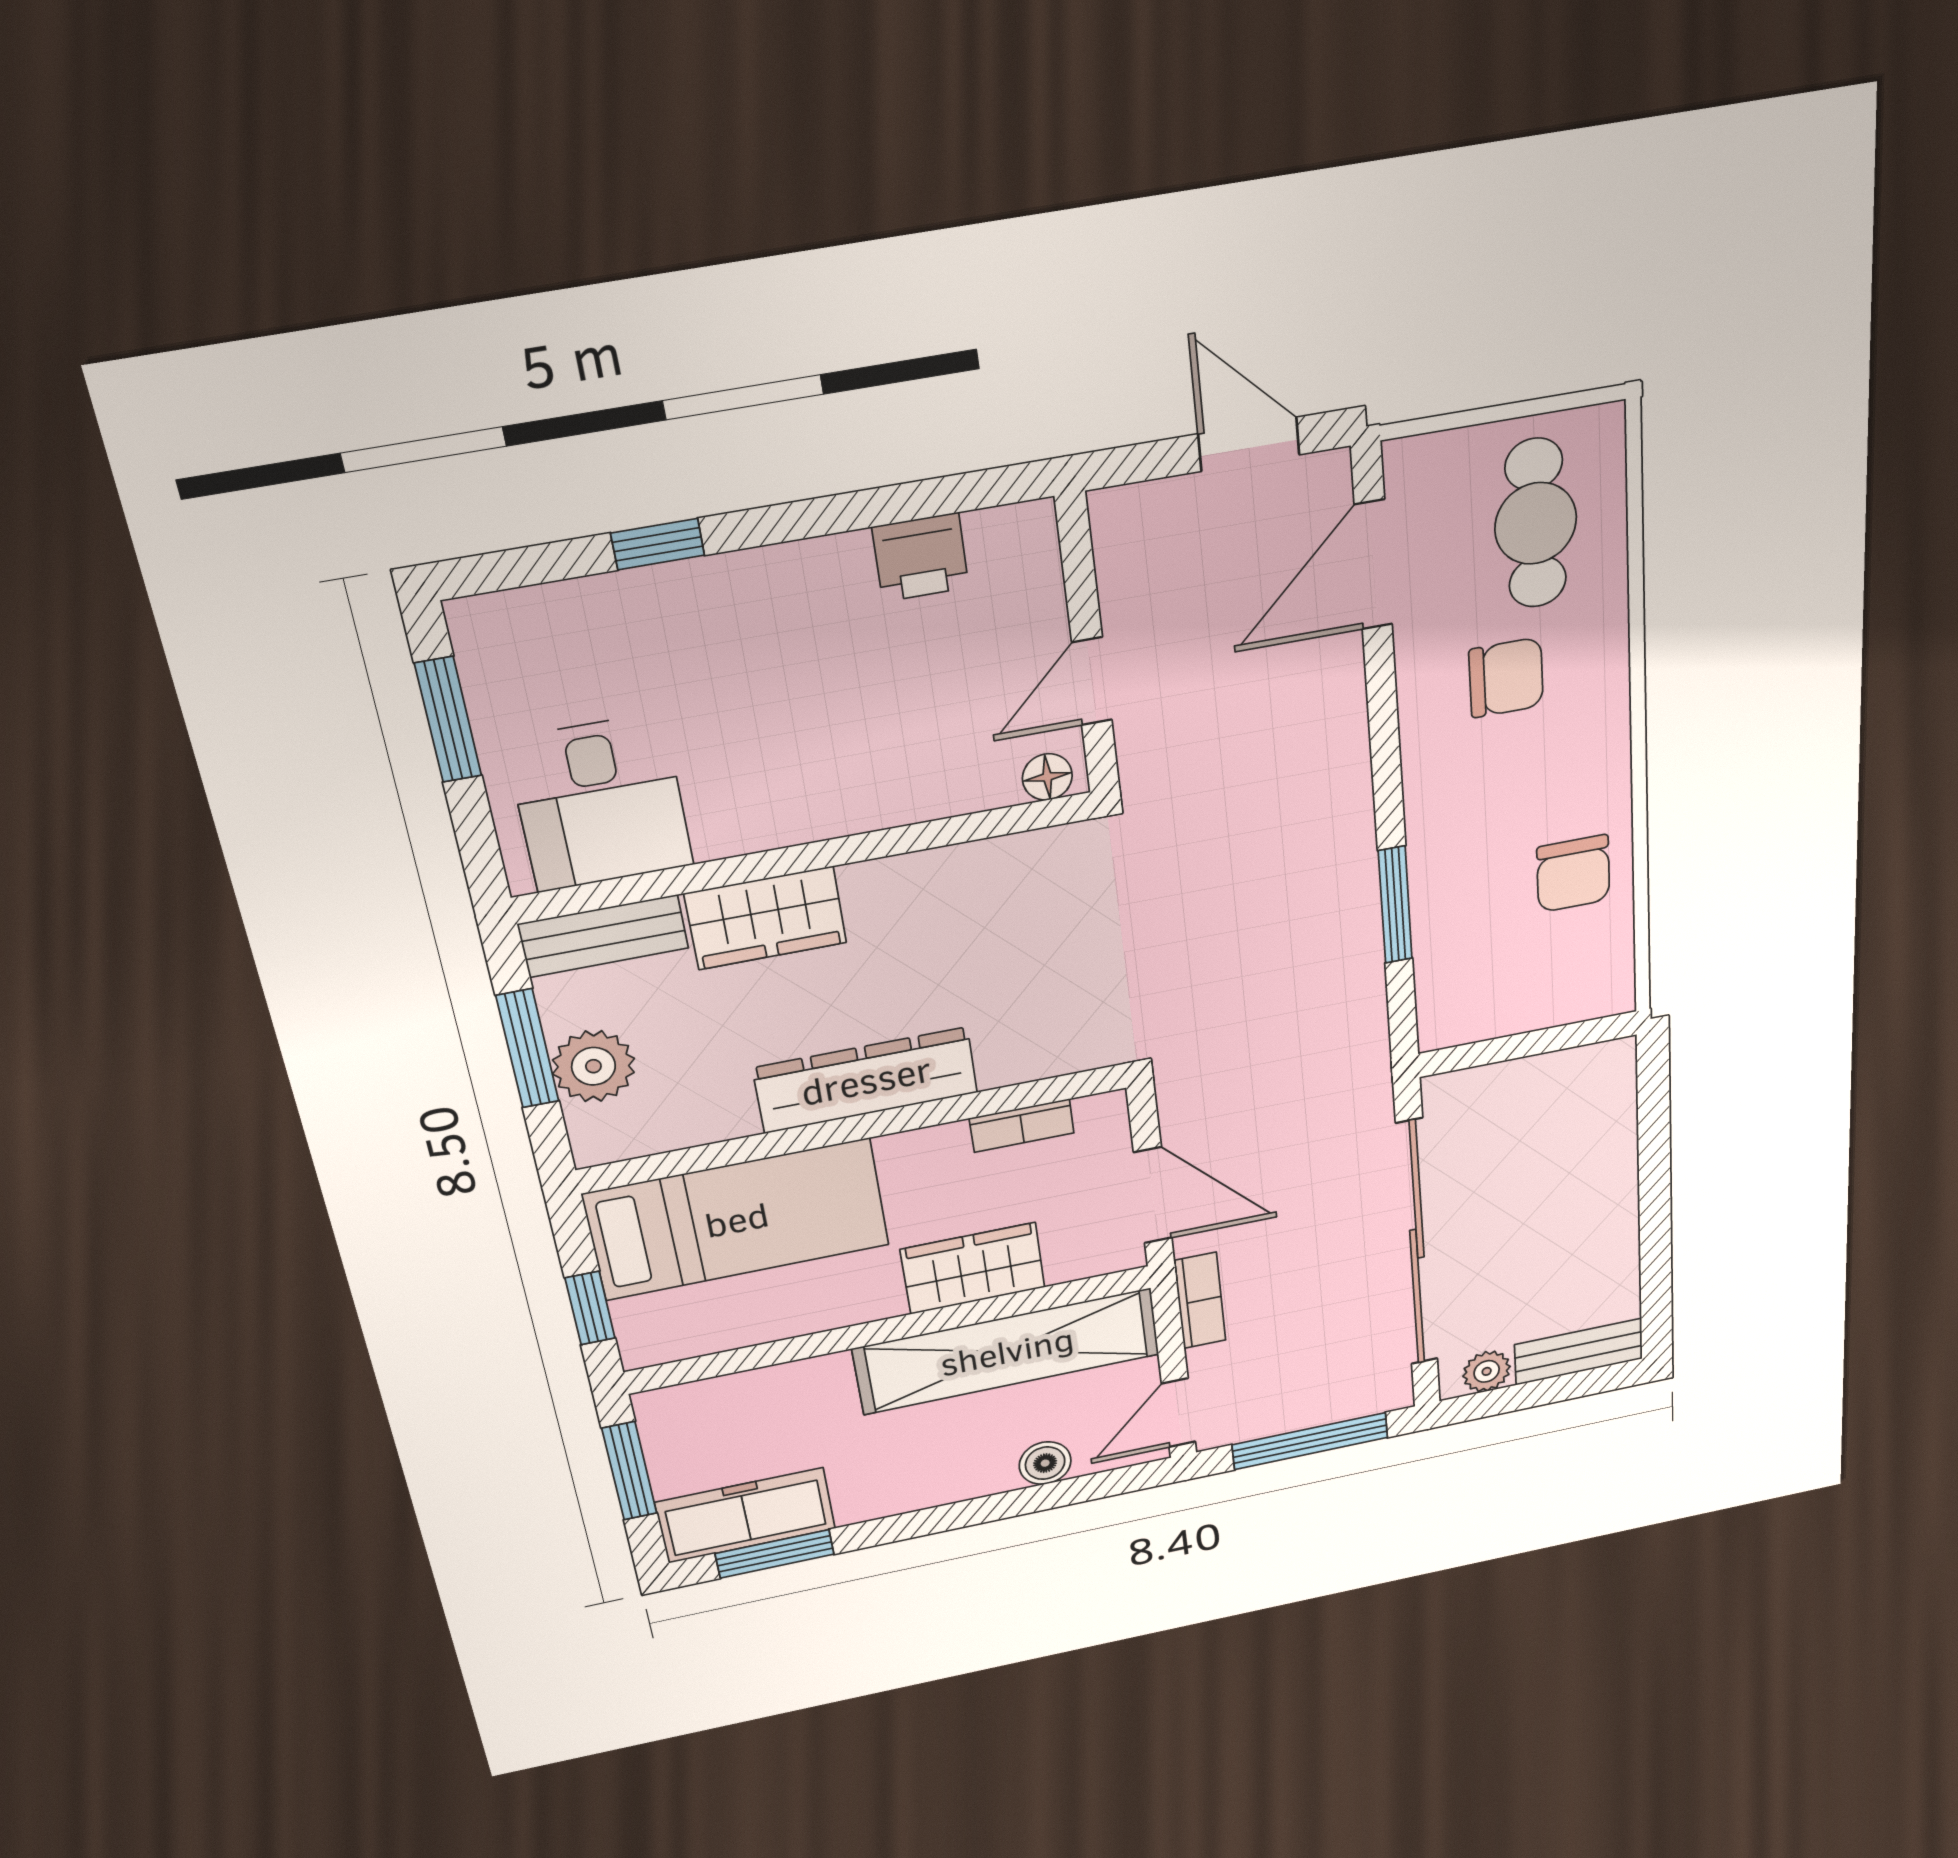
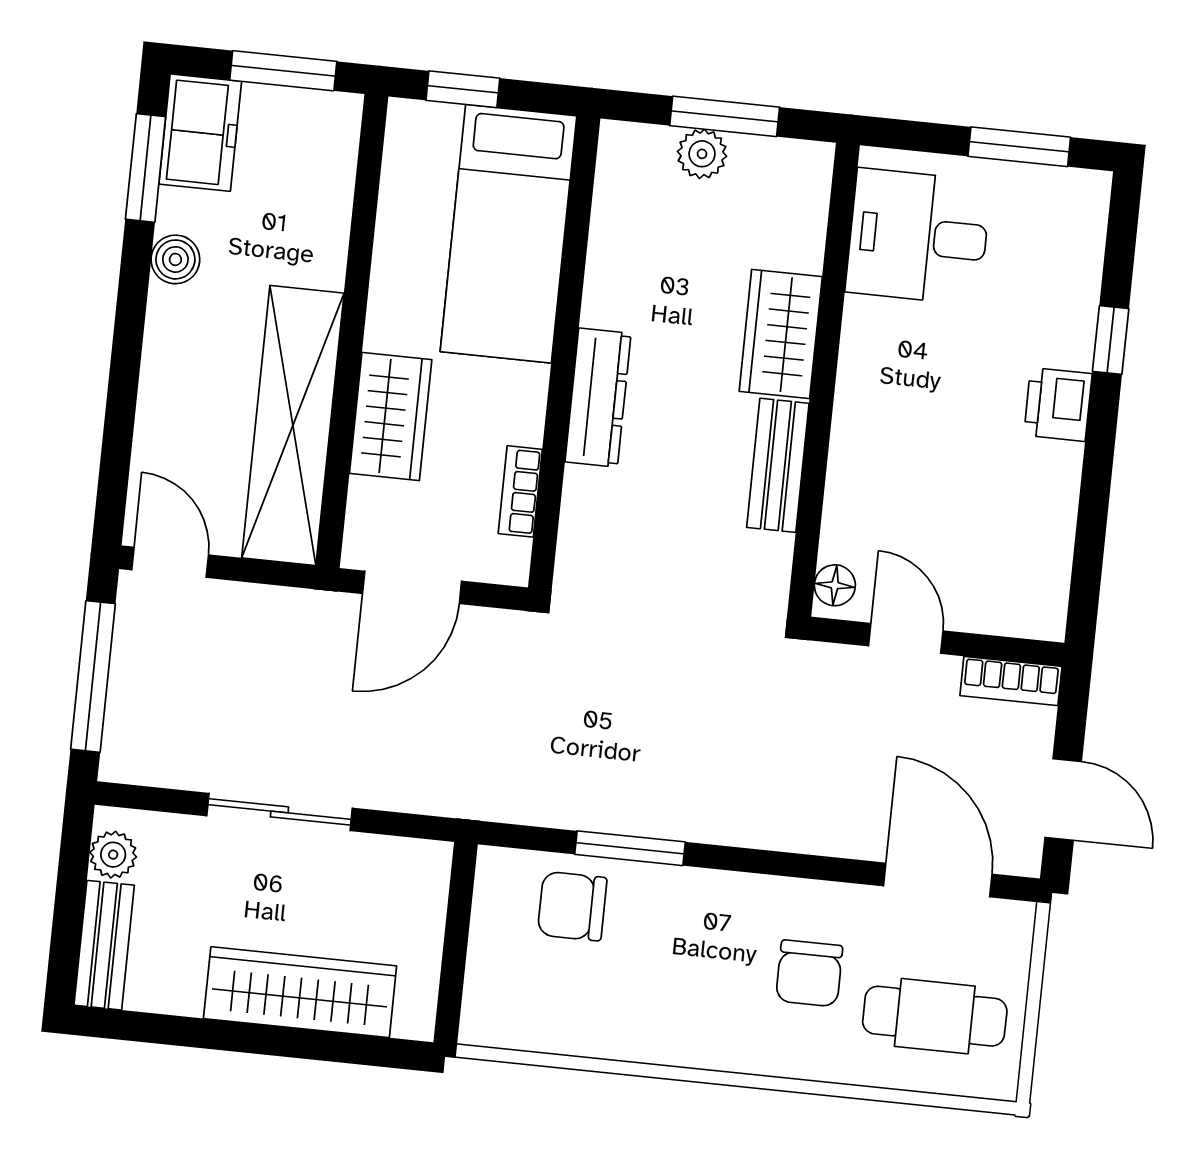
door: (1249, 444) -> (1063, 799), hinge flipped
printer: (921, 557) -> (1058, 404), moved
chair: (1573, 874) -> (572, 906), moved
bench: (603, 936) -> (778, 465), moved
plant: (593, 1066) -> (702, 154), width x0.73, depth x0.73
dresser: (866, 1080) -> (598, 398), width x0.73, depth x0.80
wardrobe: (1601, 1171) -> (300, 992), added
sliding door: (1417, 1244) -> (280, 812), width x0.54
bookcase: (1200, 1301) -> (1011, 681), moved
boiler: (1045, 1463) -> (175, 259), moved
freezer: (746, 1515) -> (200, 133), width x0.71

